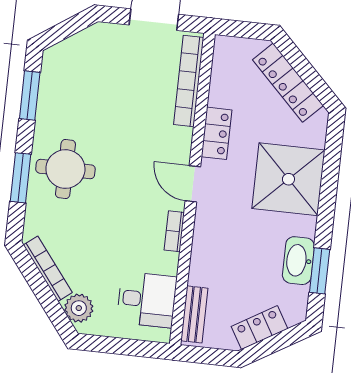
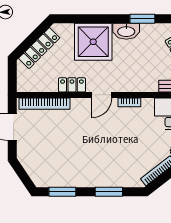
round table: (65, 169) -> (101, 167), removed
washbasin: (298, 261) -> (126, 31), moved

